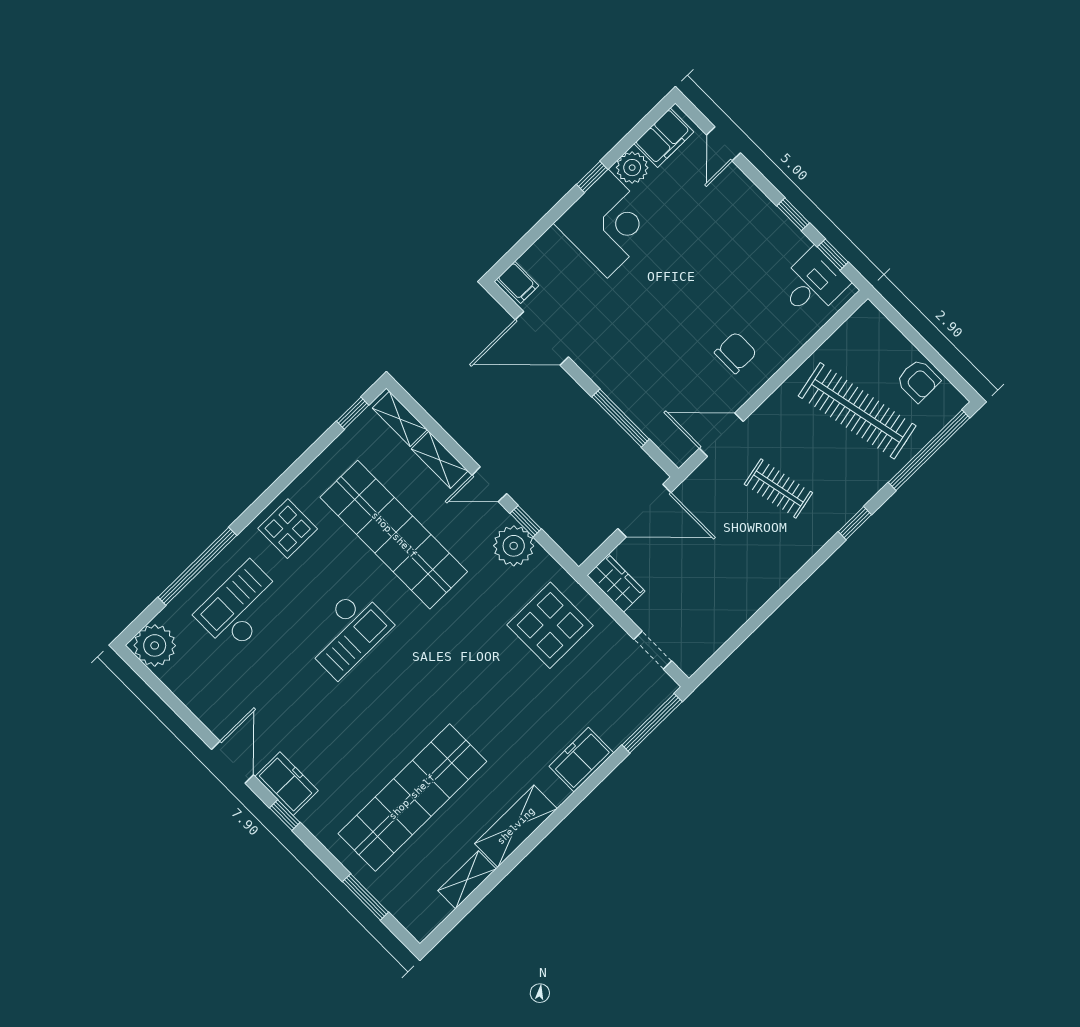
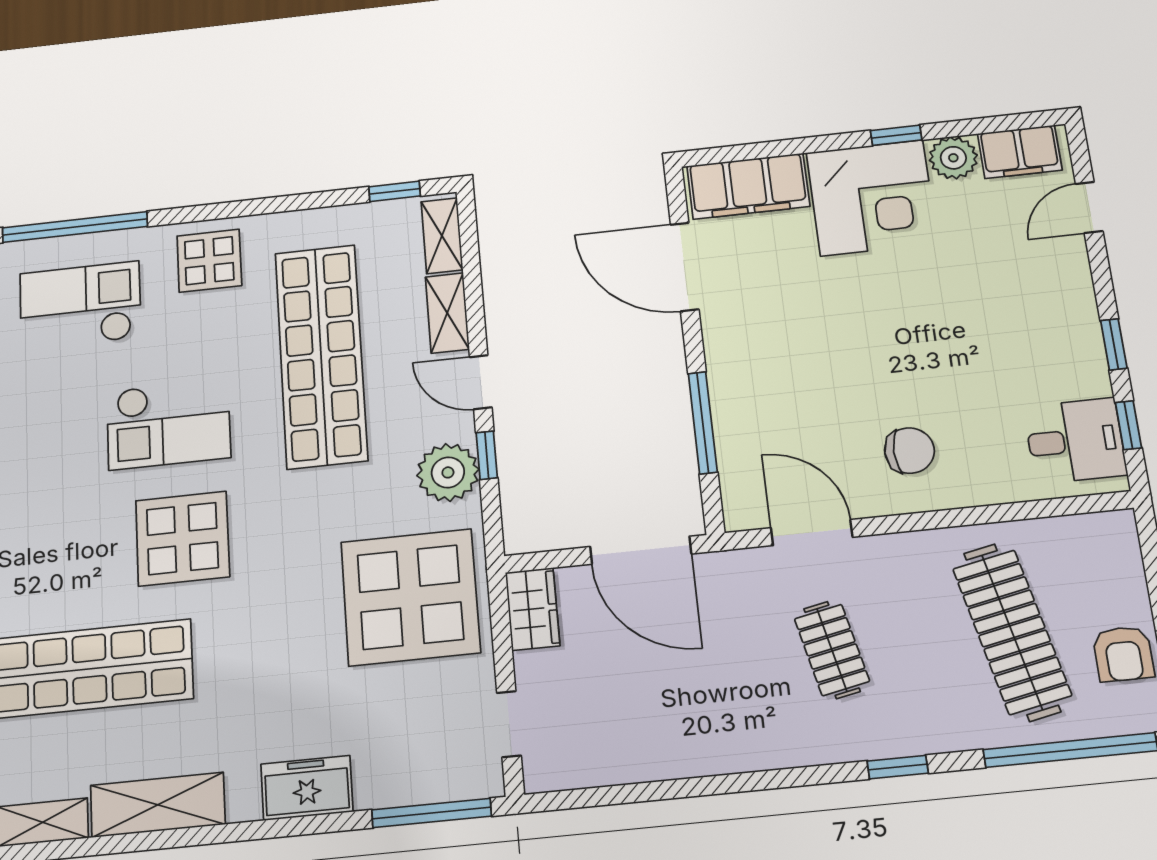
filing cabinet: (518, 282) -> (748, 186), width x3.00, depth x1.17
display table: (550, 625) -> (410, 597), width x1.36, depth x1.36
display table: (408, 687) -> (182, 539), added

